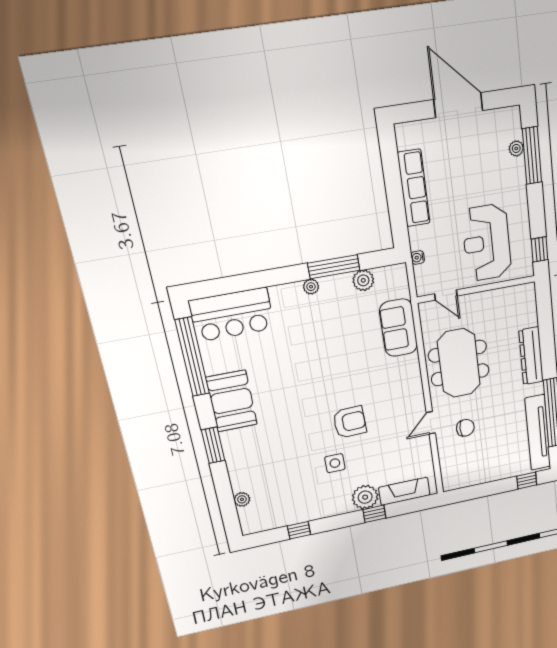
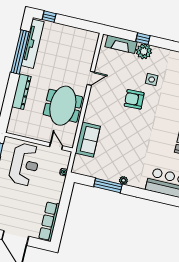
row of seats: (414, 188) -> (49, 221), moved
plant: (363, 280) -> (96, 172), removed
chair: (465, 428) -> (73, 66), removed

